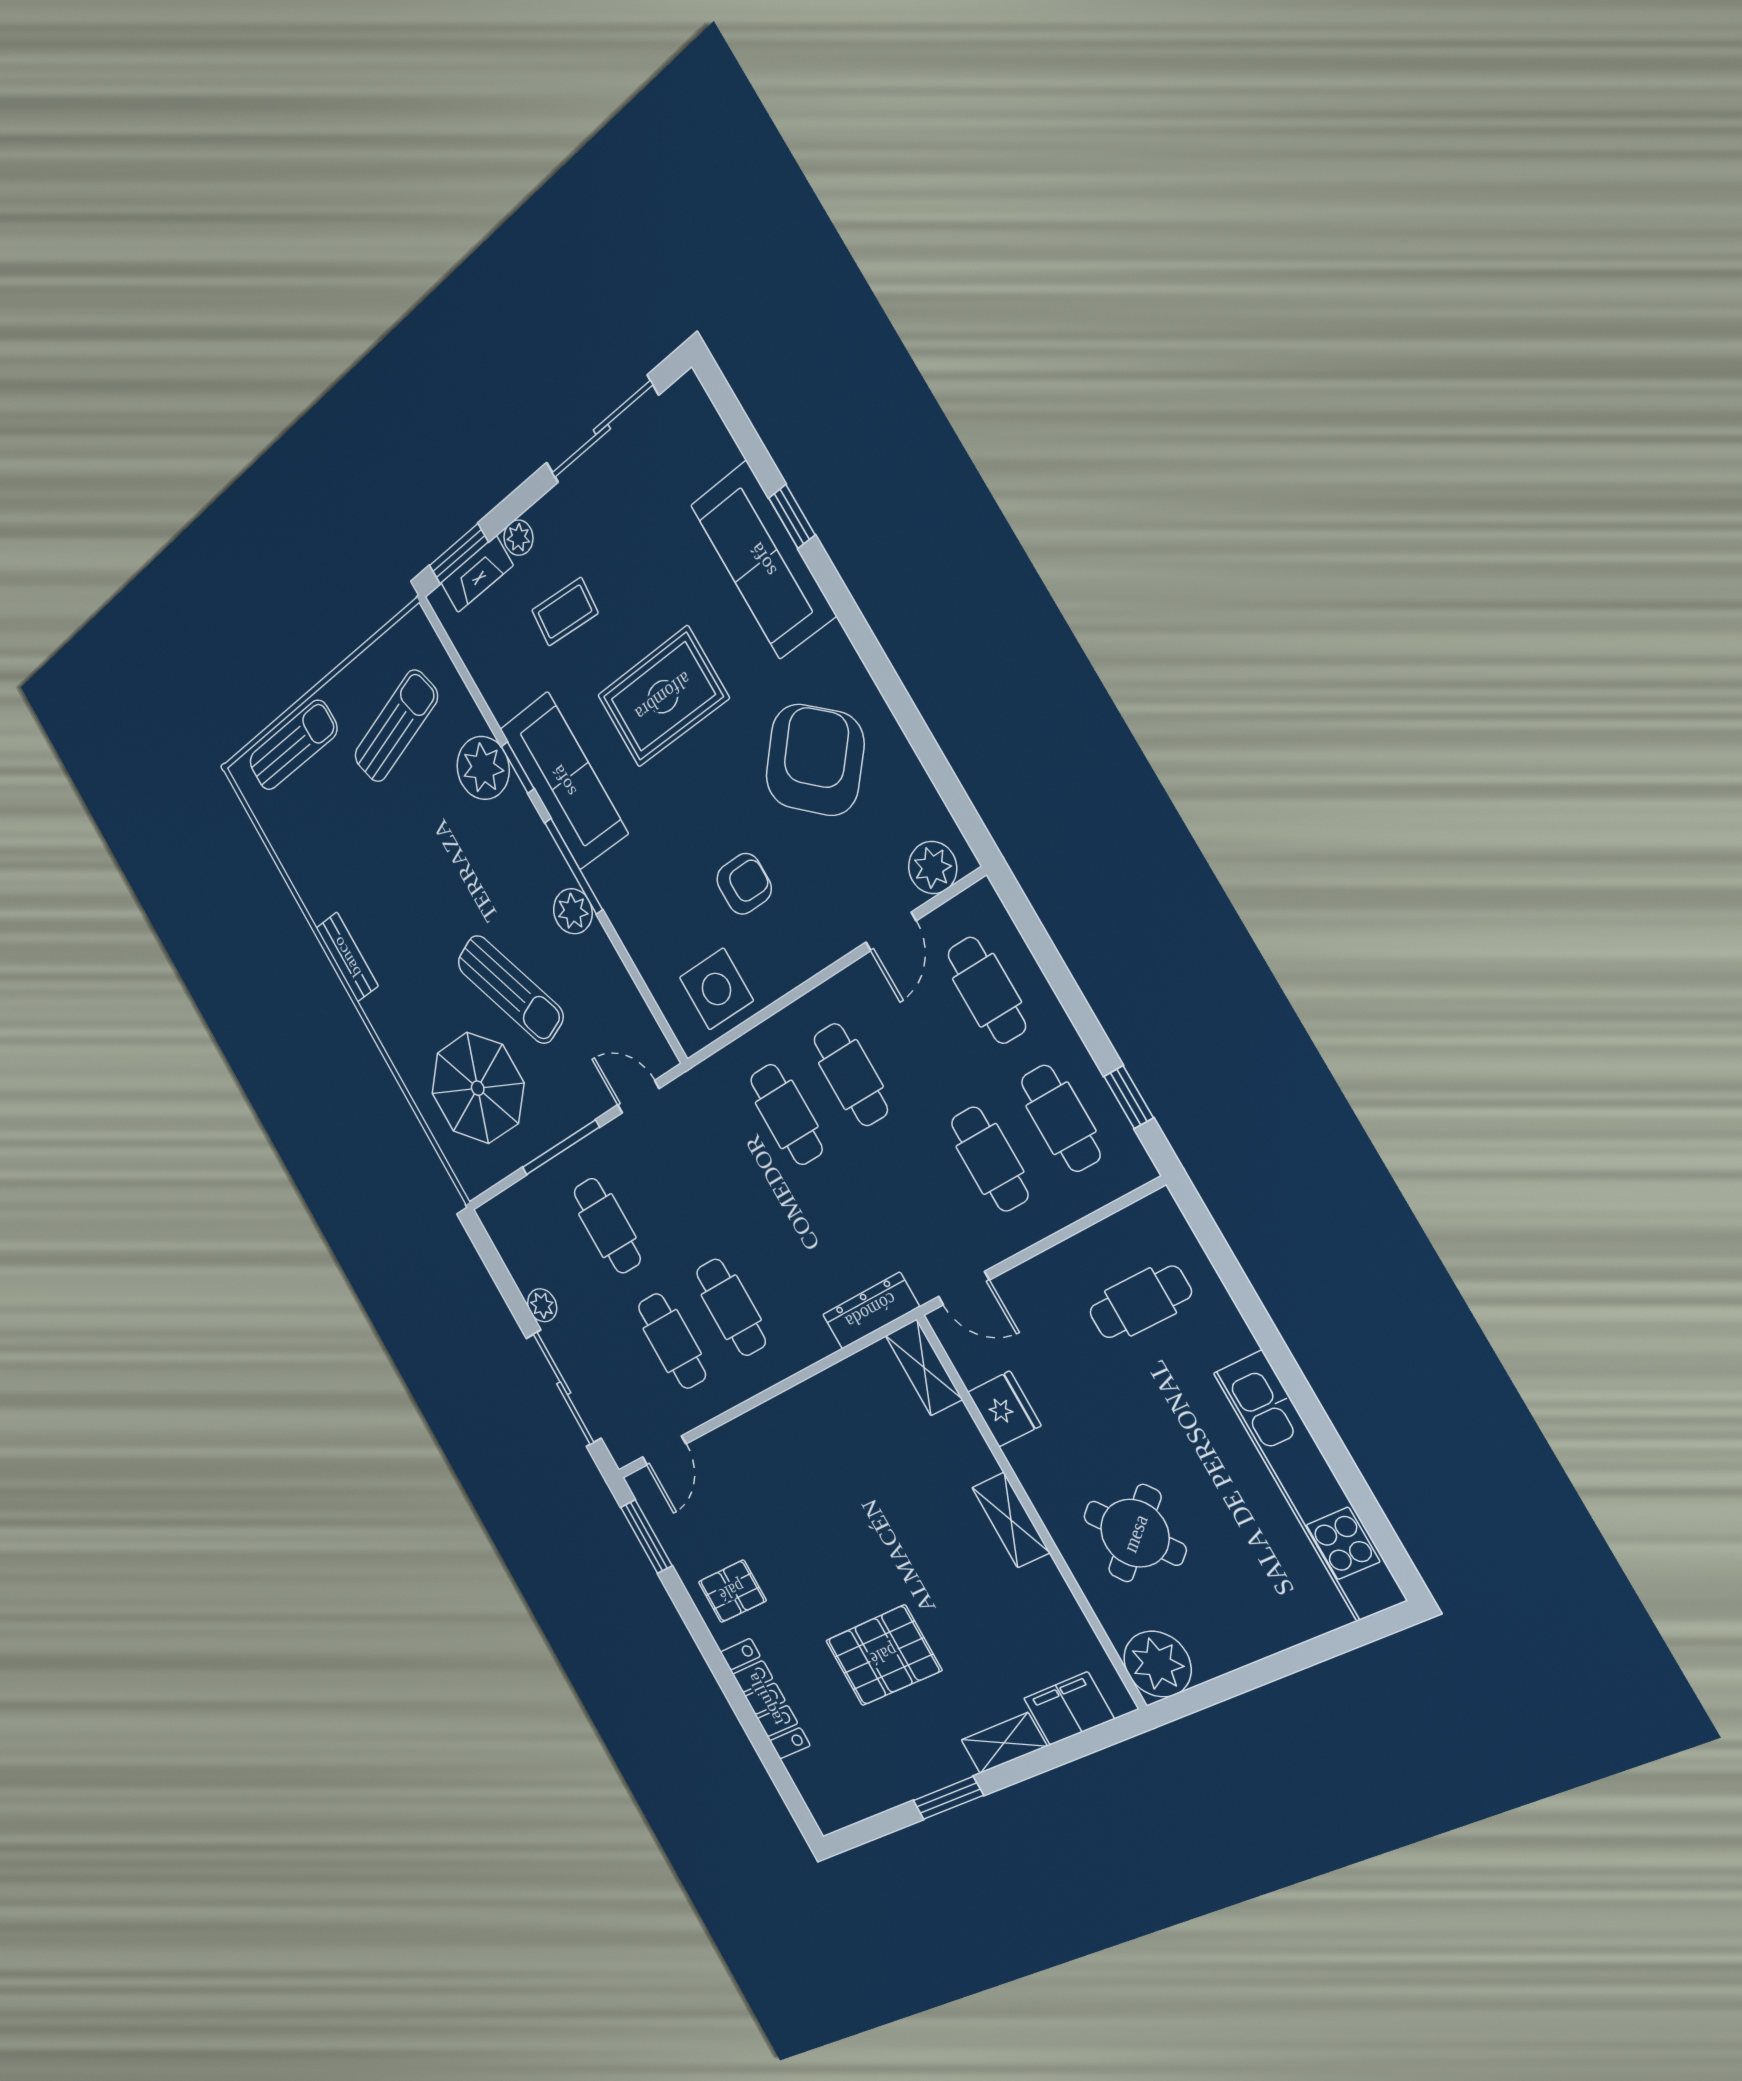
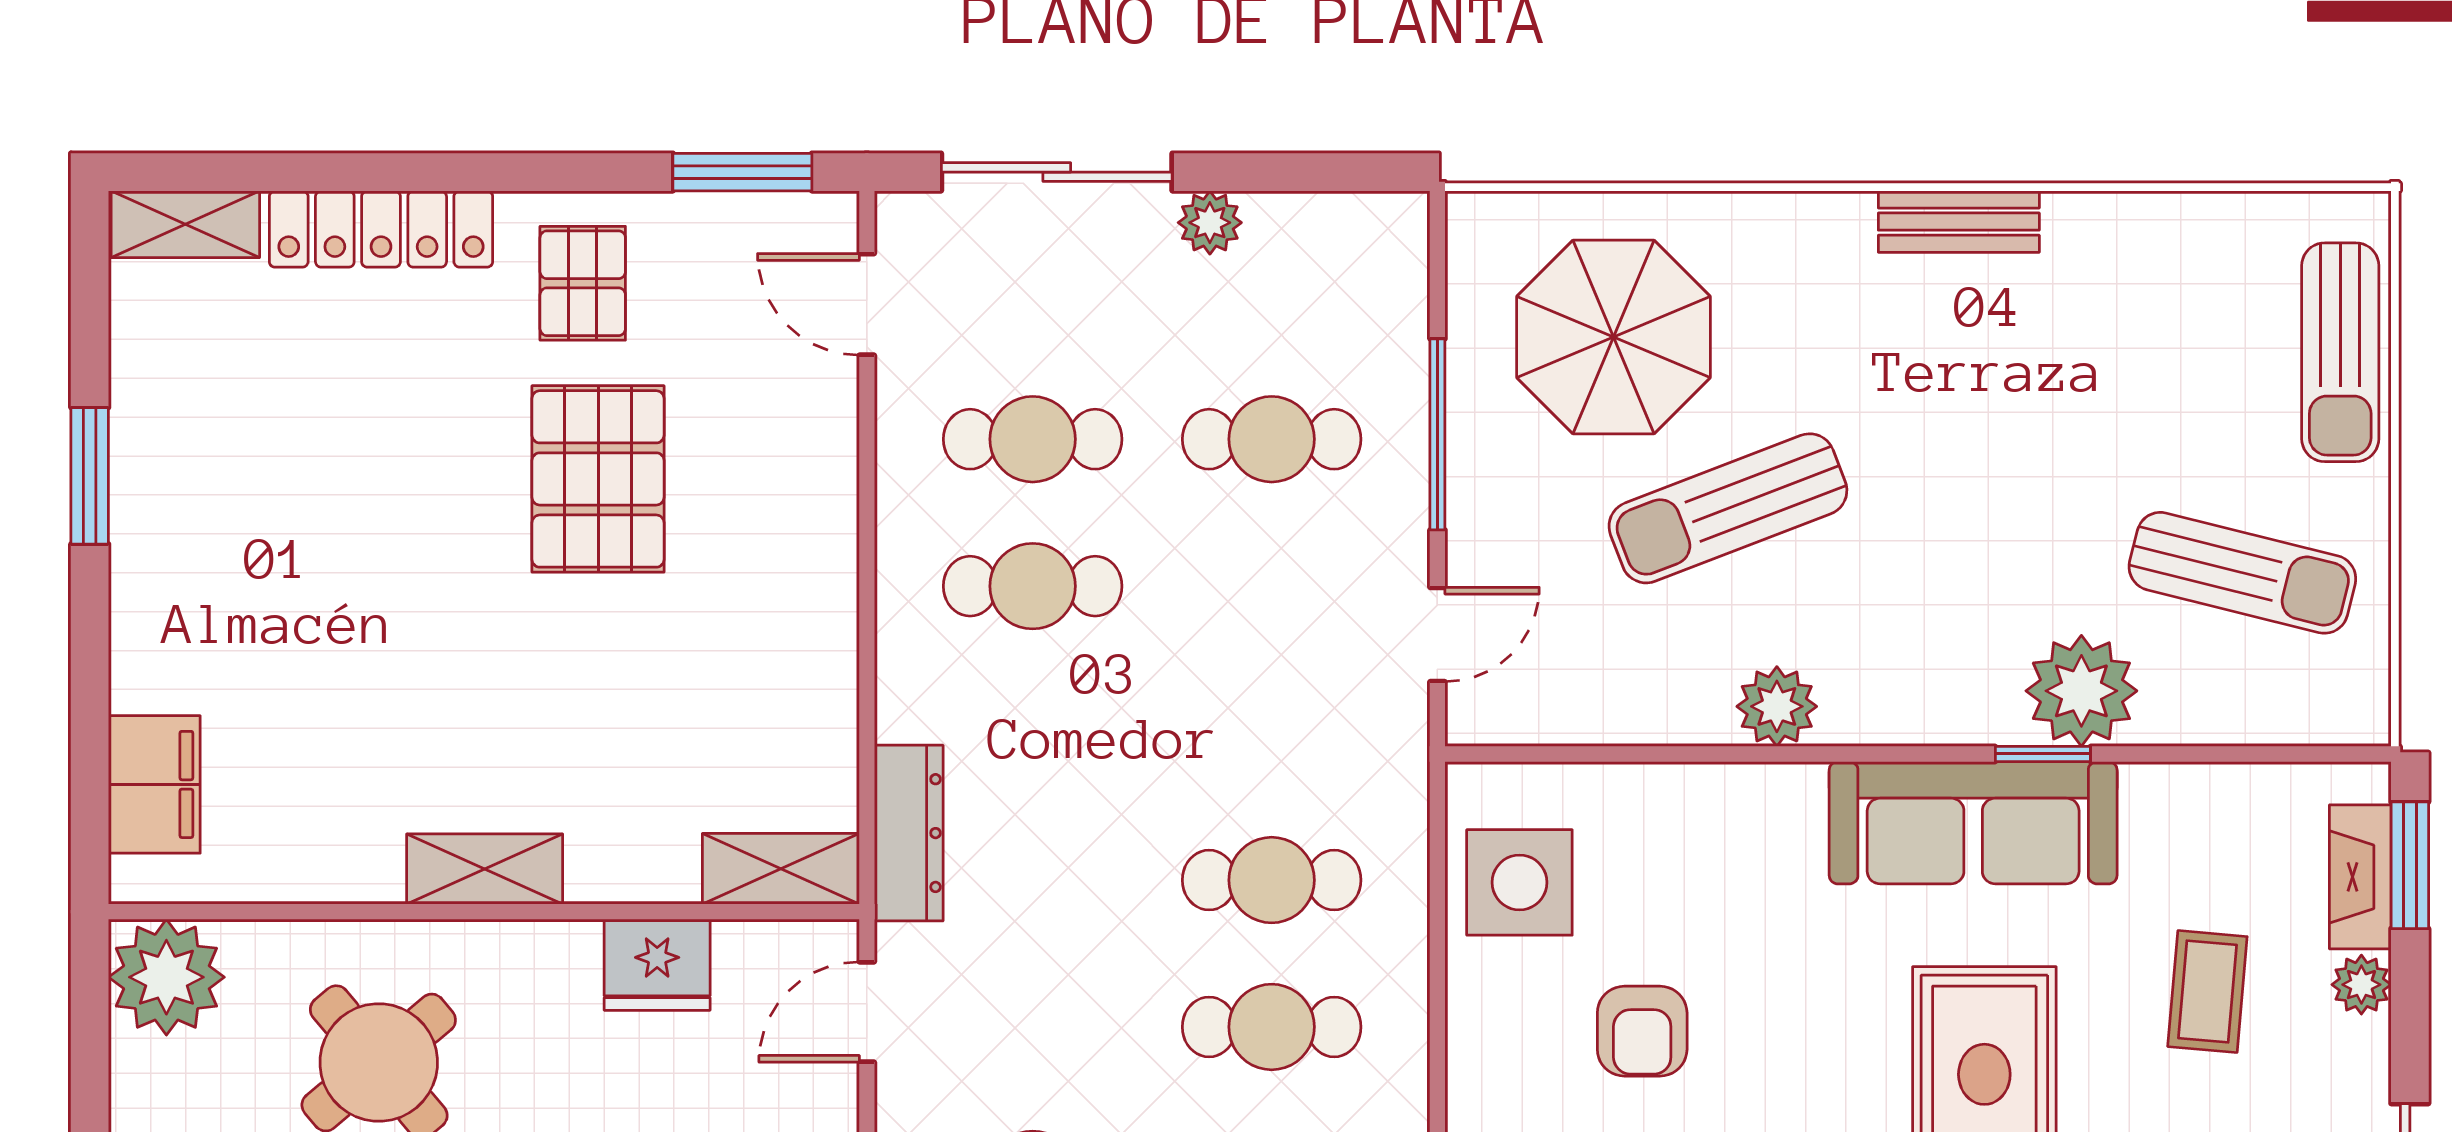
sun lounger: (396, 726) -> (2242, 573), turned -61
window: (574, 866) -> (1841, 754), removed
pallet: (884, 1655) -> (598, 479), moved
shelving: (1004, 1743) -> (185, 224), moved, turned 90

